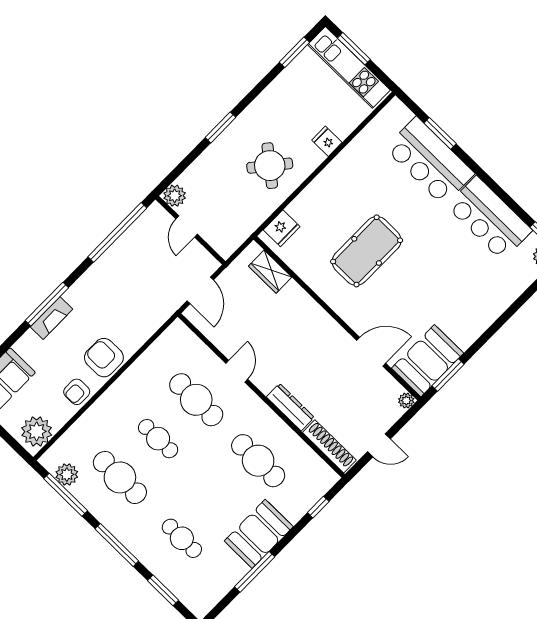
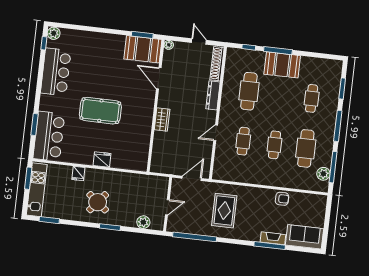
window: (354, 49) -> (28, 178), moved
bar counter: (430, 161) -> (49, 136), moved
round table: (270, 166) -> (98, 202), moved
plant: (175, 196) -> (143, 222), moved
fridge: (282, 228) -> (102, 159), moved
pool table: (367, 251) -> (100, 111), moved
wardrobe: (270, 272) -> (162, 120), moved
rug: (122, 301) -> (224, 211), added
window: (47, 304) -> (270, 246), moved
fireplace: (52, 318) -> (273, 238), moved
armchair: (104, 358) -> (257, 198), removed
cafe table: (196, 400) -> (243, 141), width x0.73, depth x0.74
plant: (37, 431) -> (314, 203), removed
window: (255, 572) -> (278, 51), moved

